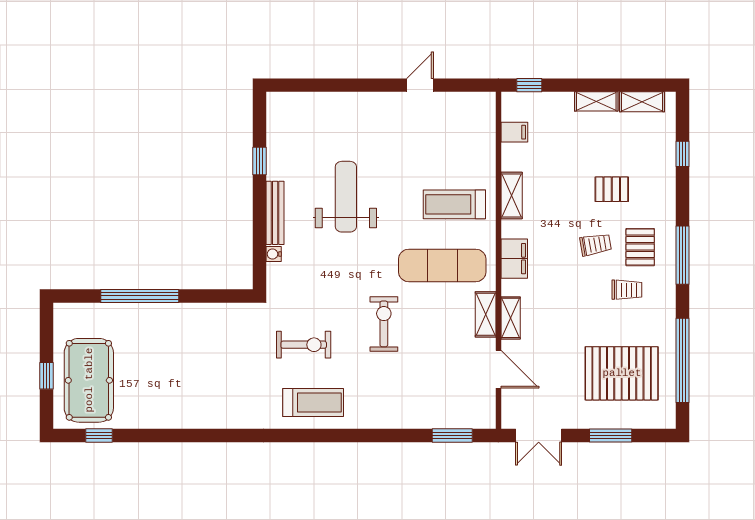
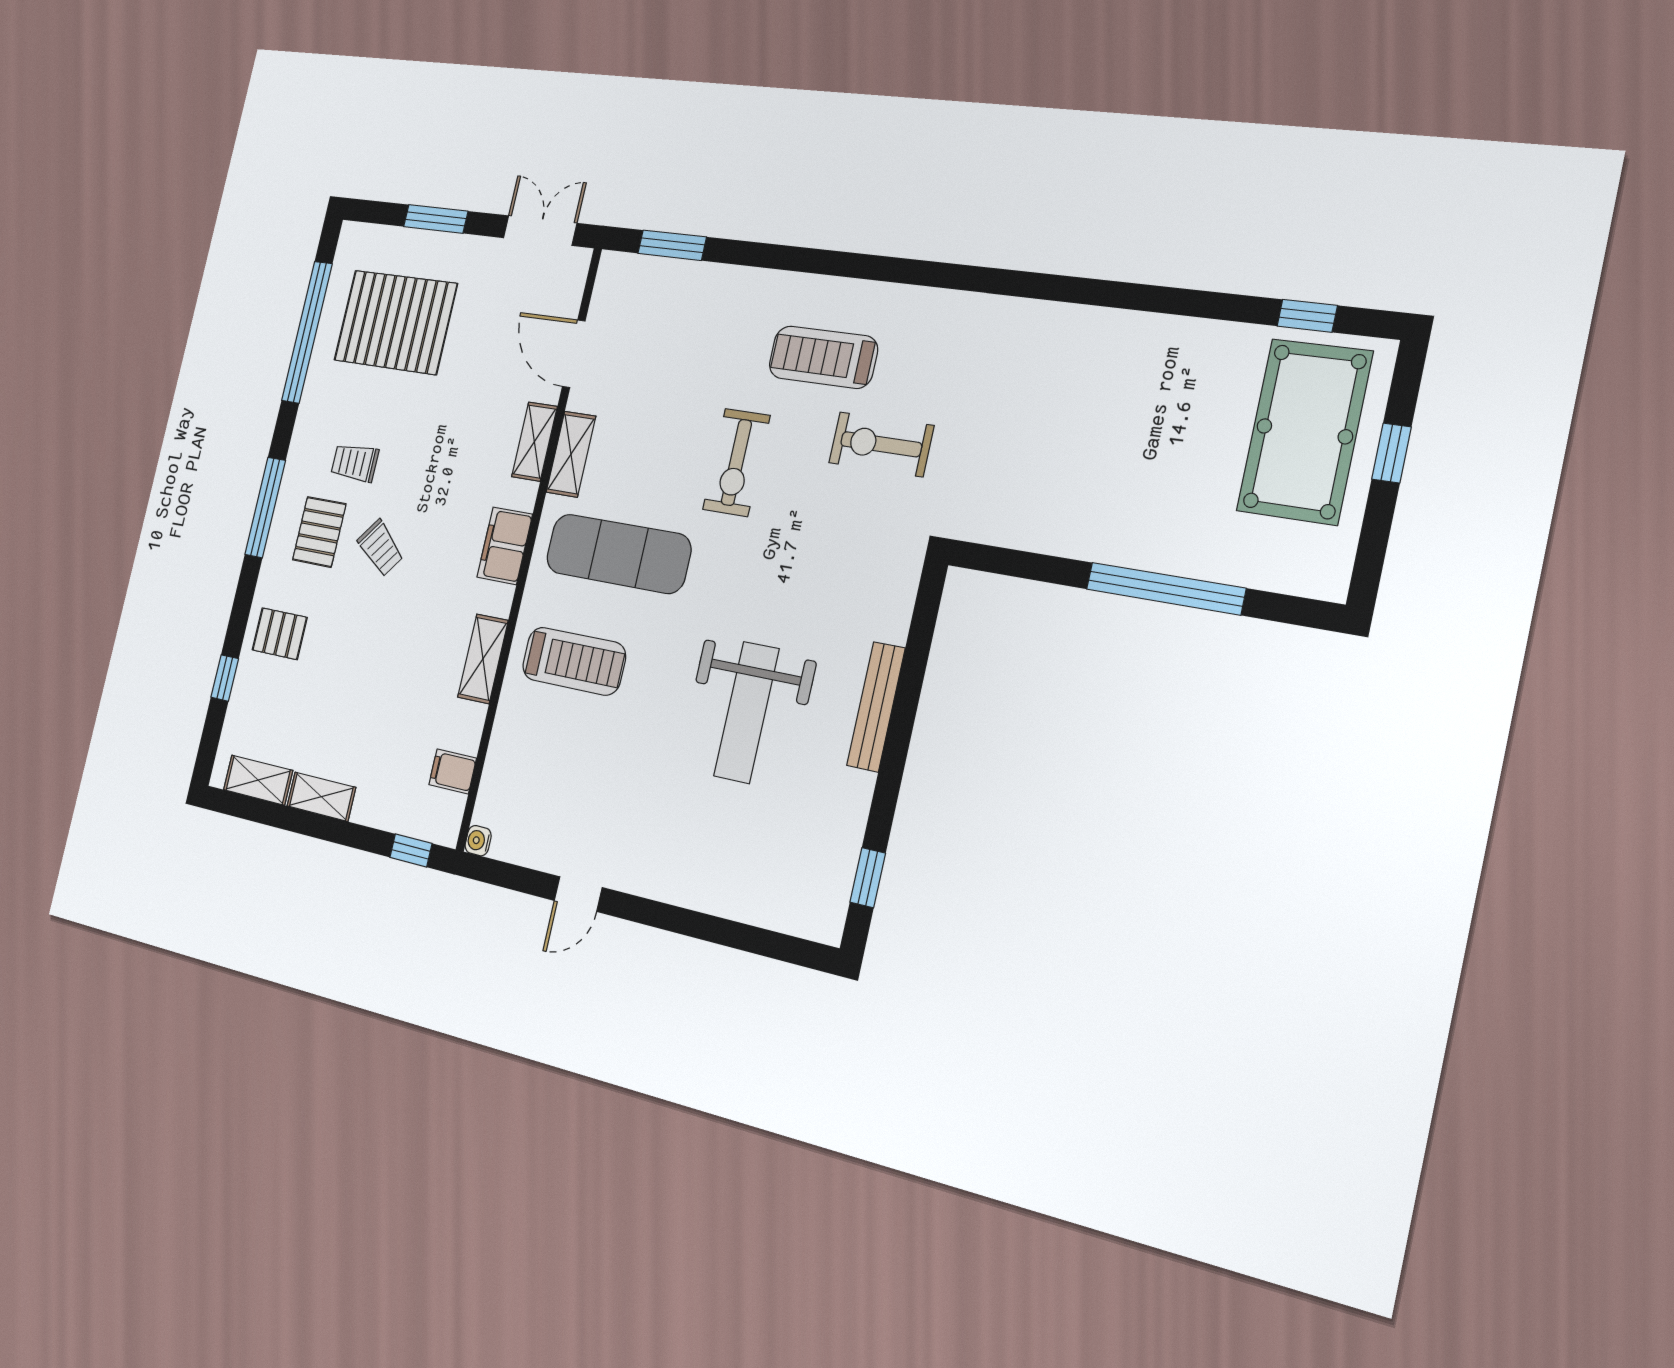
window: (260, 161) -> (868, 878), moved
pallet: (612, 189) -> (280, 634), moved
trolley: (596, 245) -> (381, 548), turned -131
water cooler: (274, 254) -> (478, 841), moved, turned 180
treadmill: (313, 403) -> (823, 357), moved

